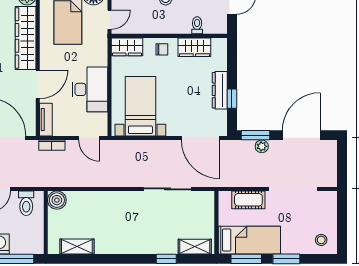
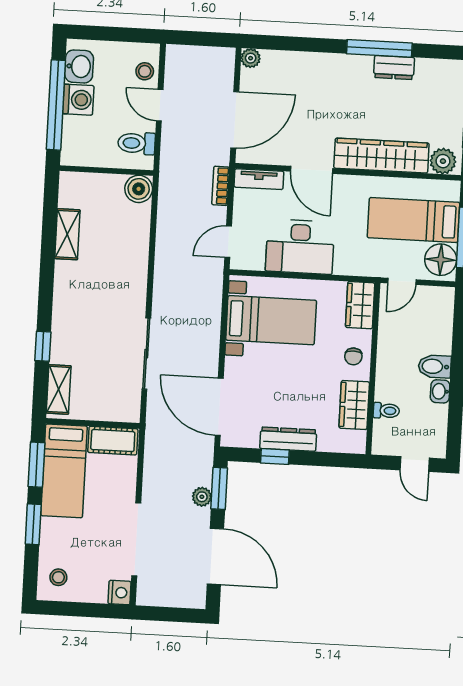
door: (110, 20) -> (402, 281), hinge flipped
door: (201, 138) -> (219, 407), hinge flipped
nightstand: (329, 198) -> (120, 593), added
cot: (248, 200) -> (113, 441), moved, turned 90
shelving: (77, 246) -> (67, 234), moved

